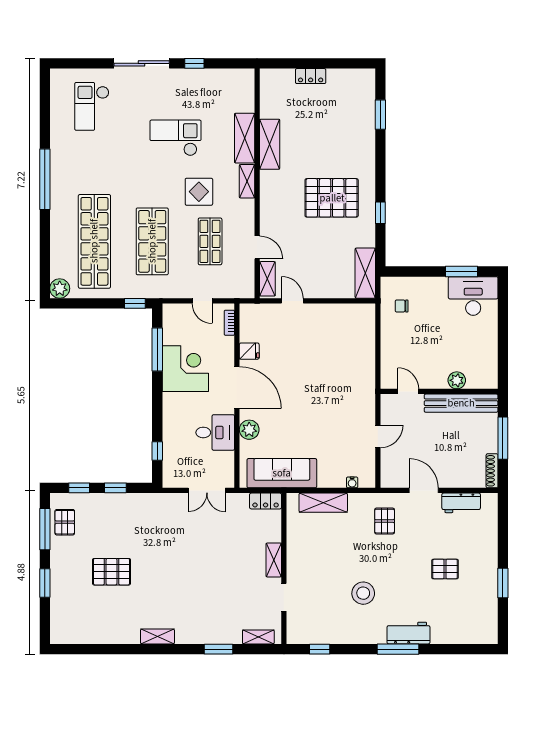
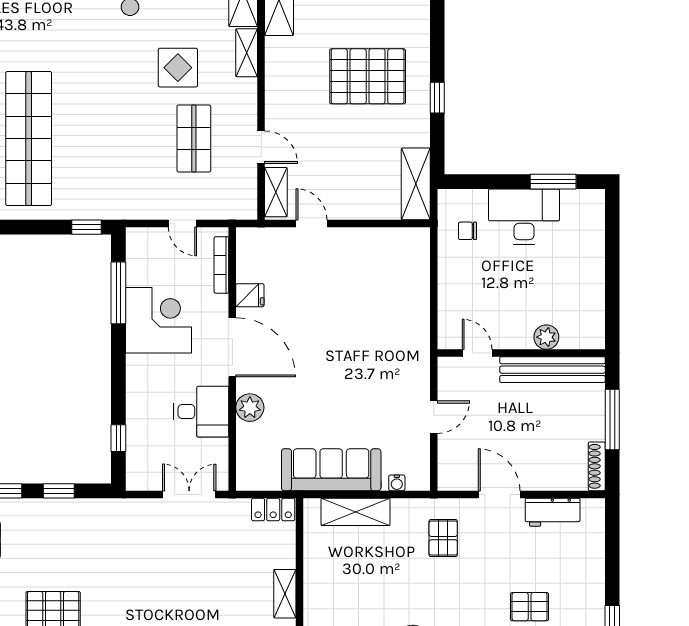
shop shelf: (152, 241) -> (111, 139), removed
desk: (473, 296) -> (524, 217), moved
bookcase: (229, 323) -> (221, 265), width x1.56
sofa: (282, 473) -> (331, 470), moved
double door: (207, 490) -> (189, 494), swing flipped

